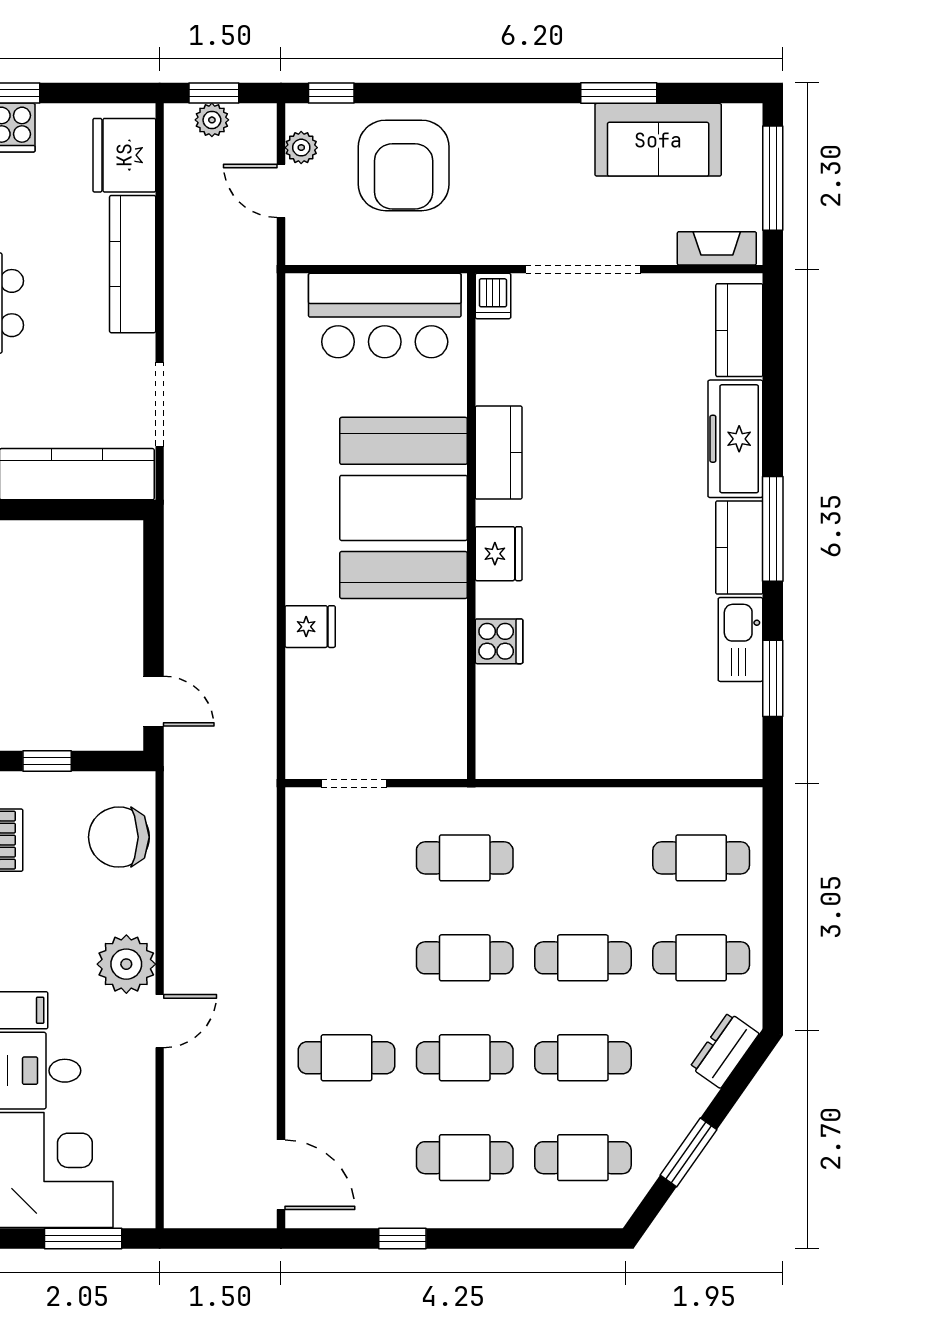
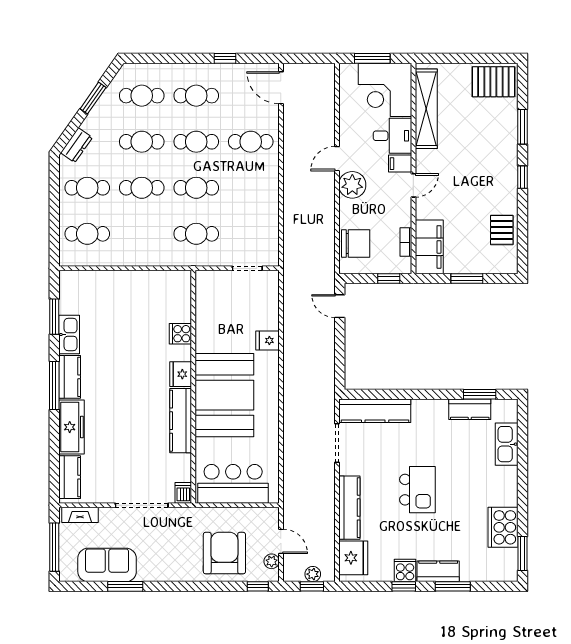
kitchen counter: (499, 453) -> (181, 421), width x1.50

